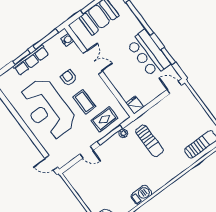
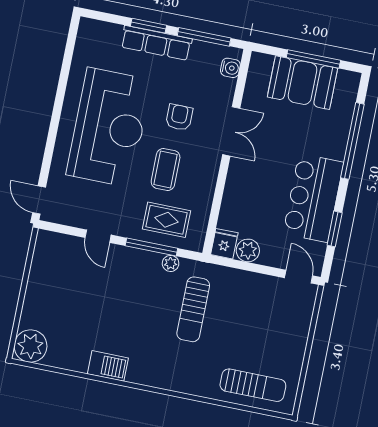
plant: (146, 98) -> (248, 250), added
reception desk: (47, 109) -> (109, 127), turned 180

